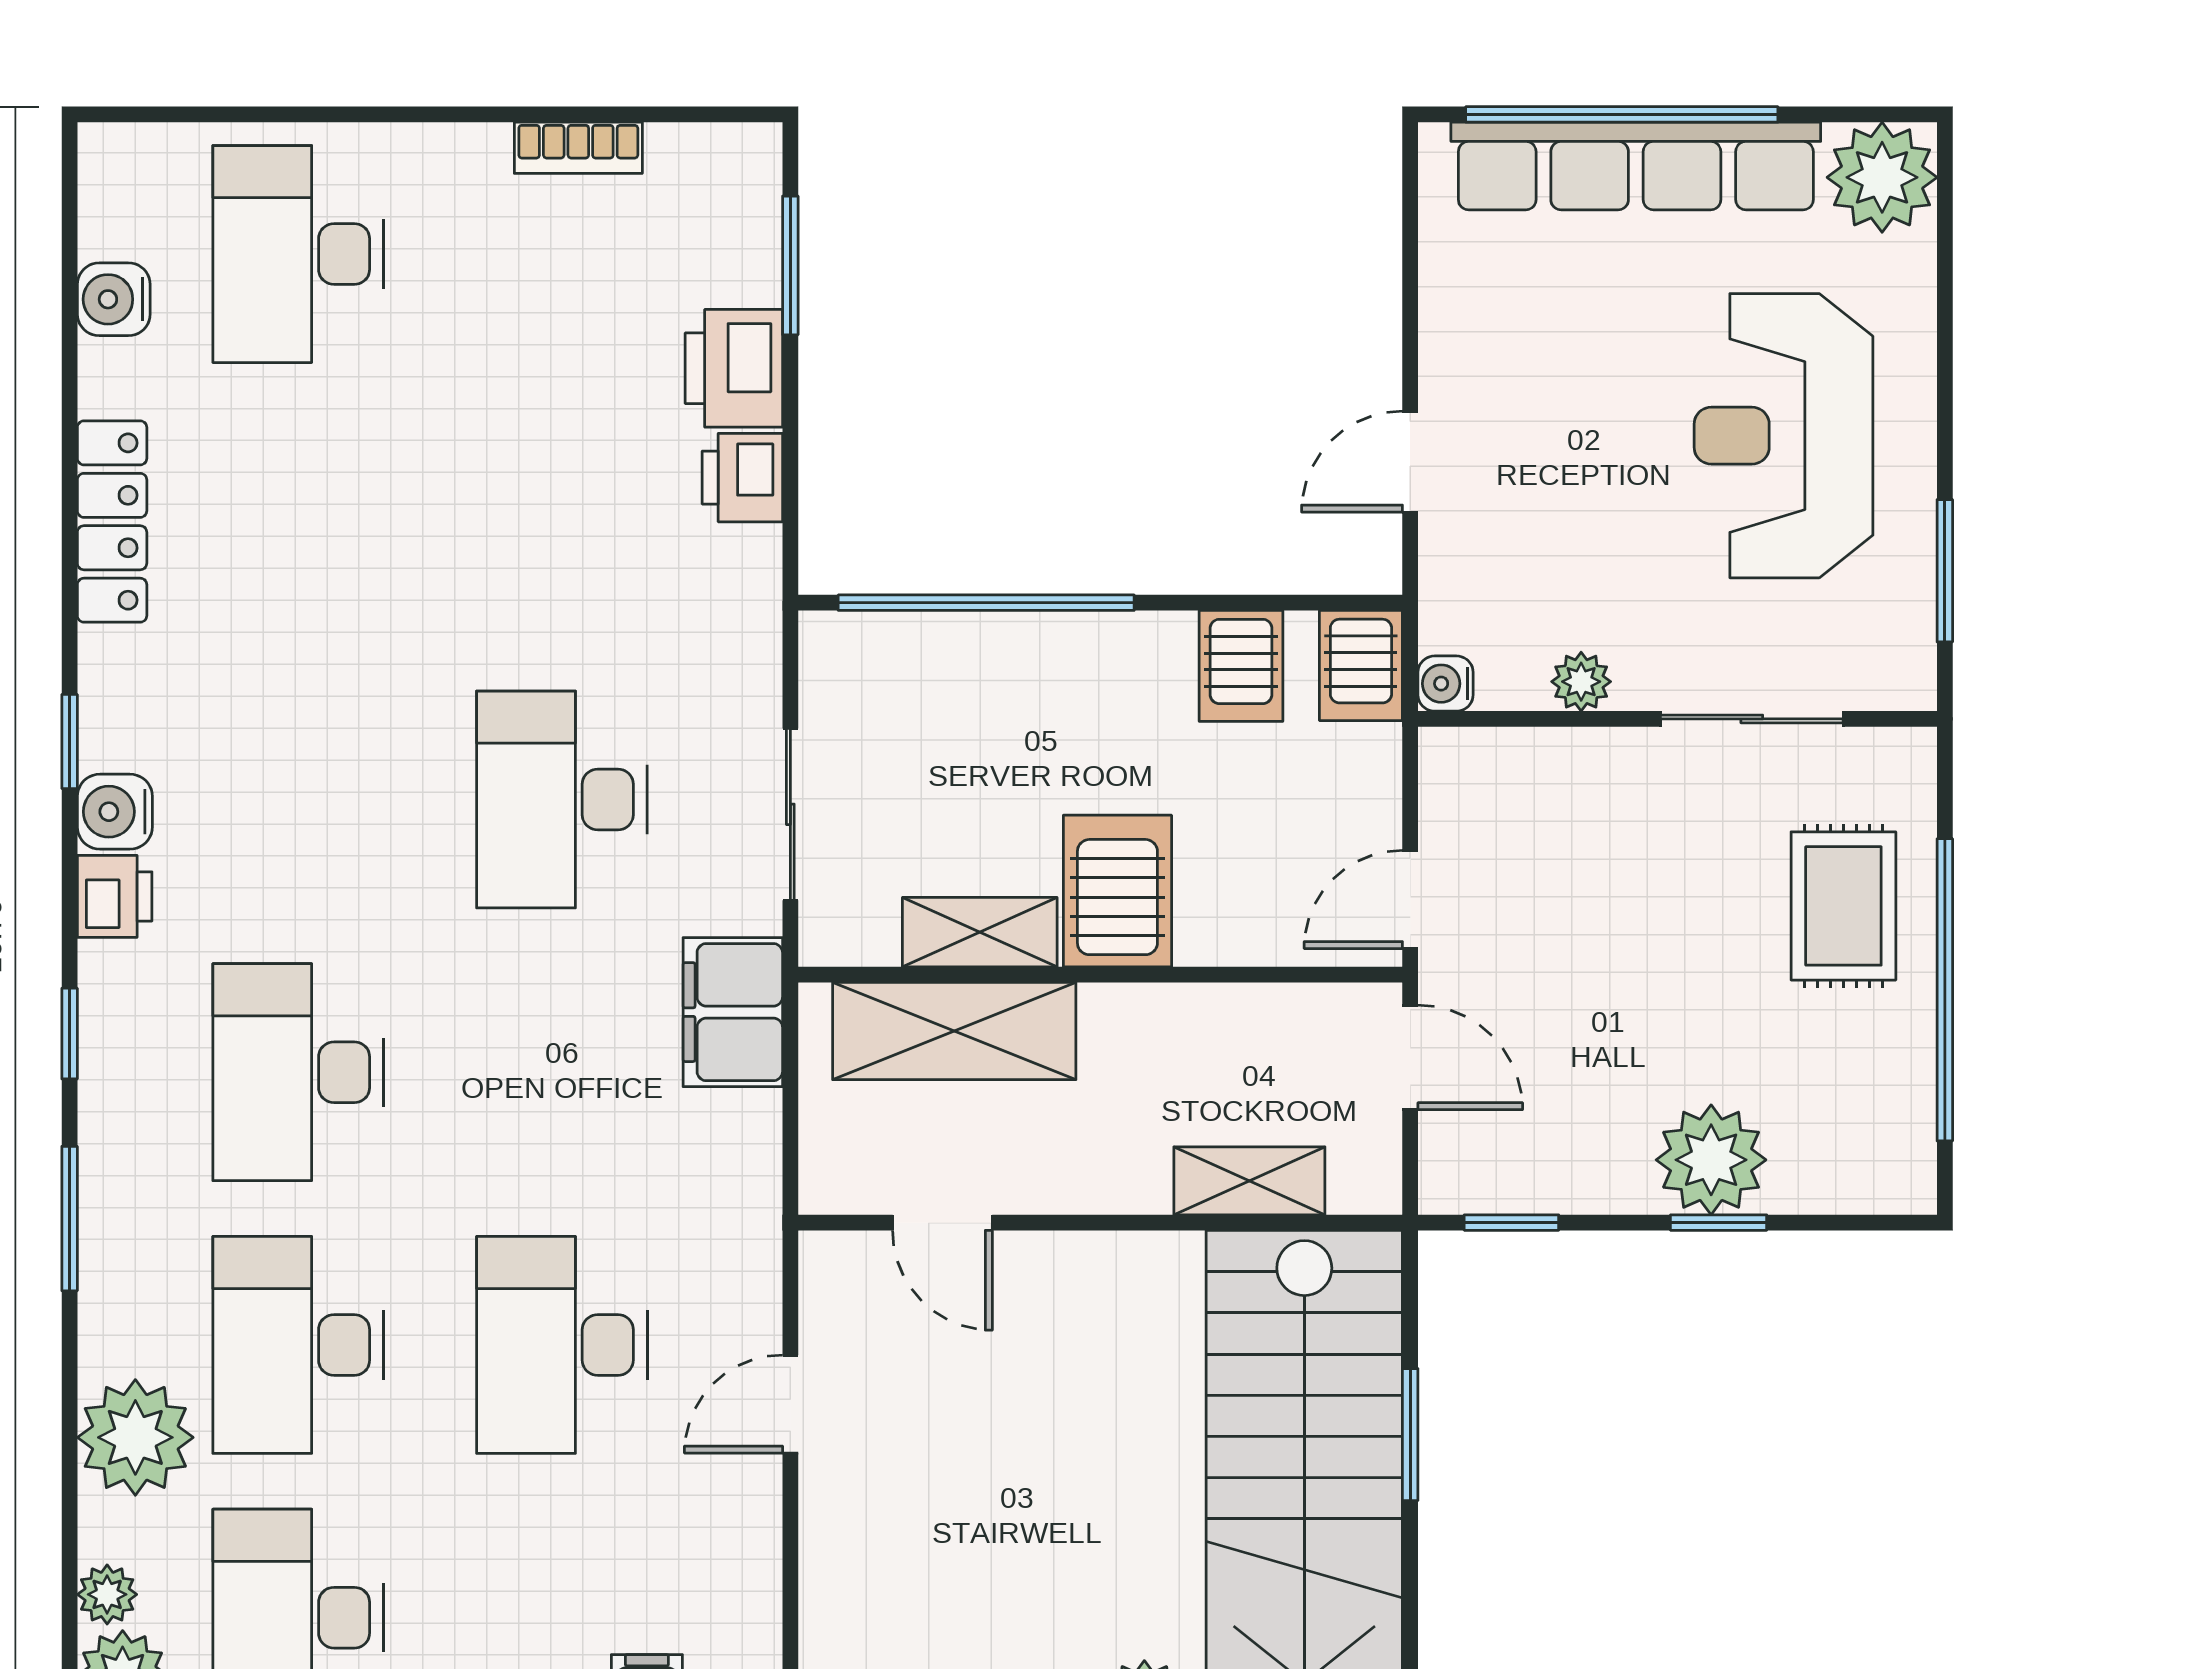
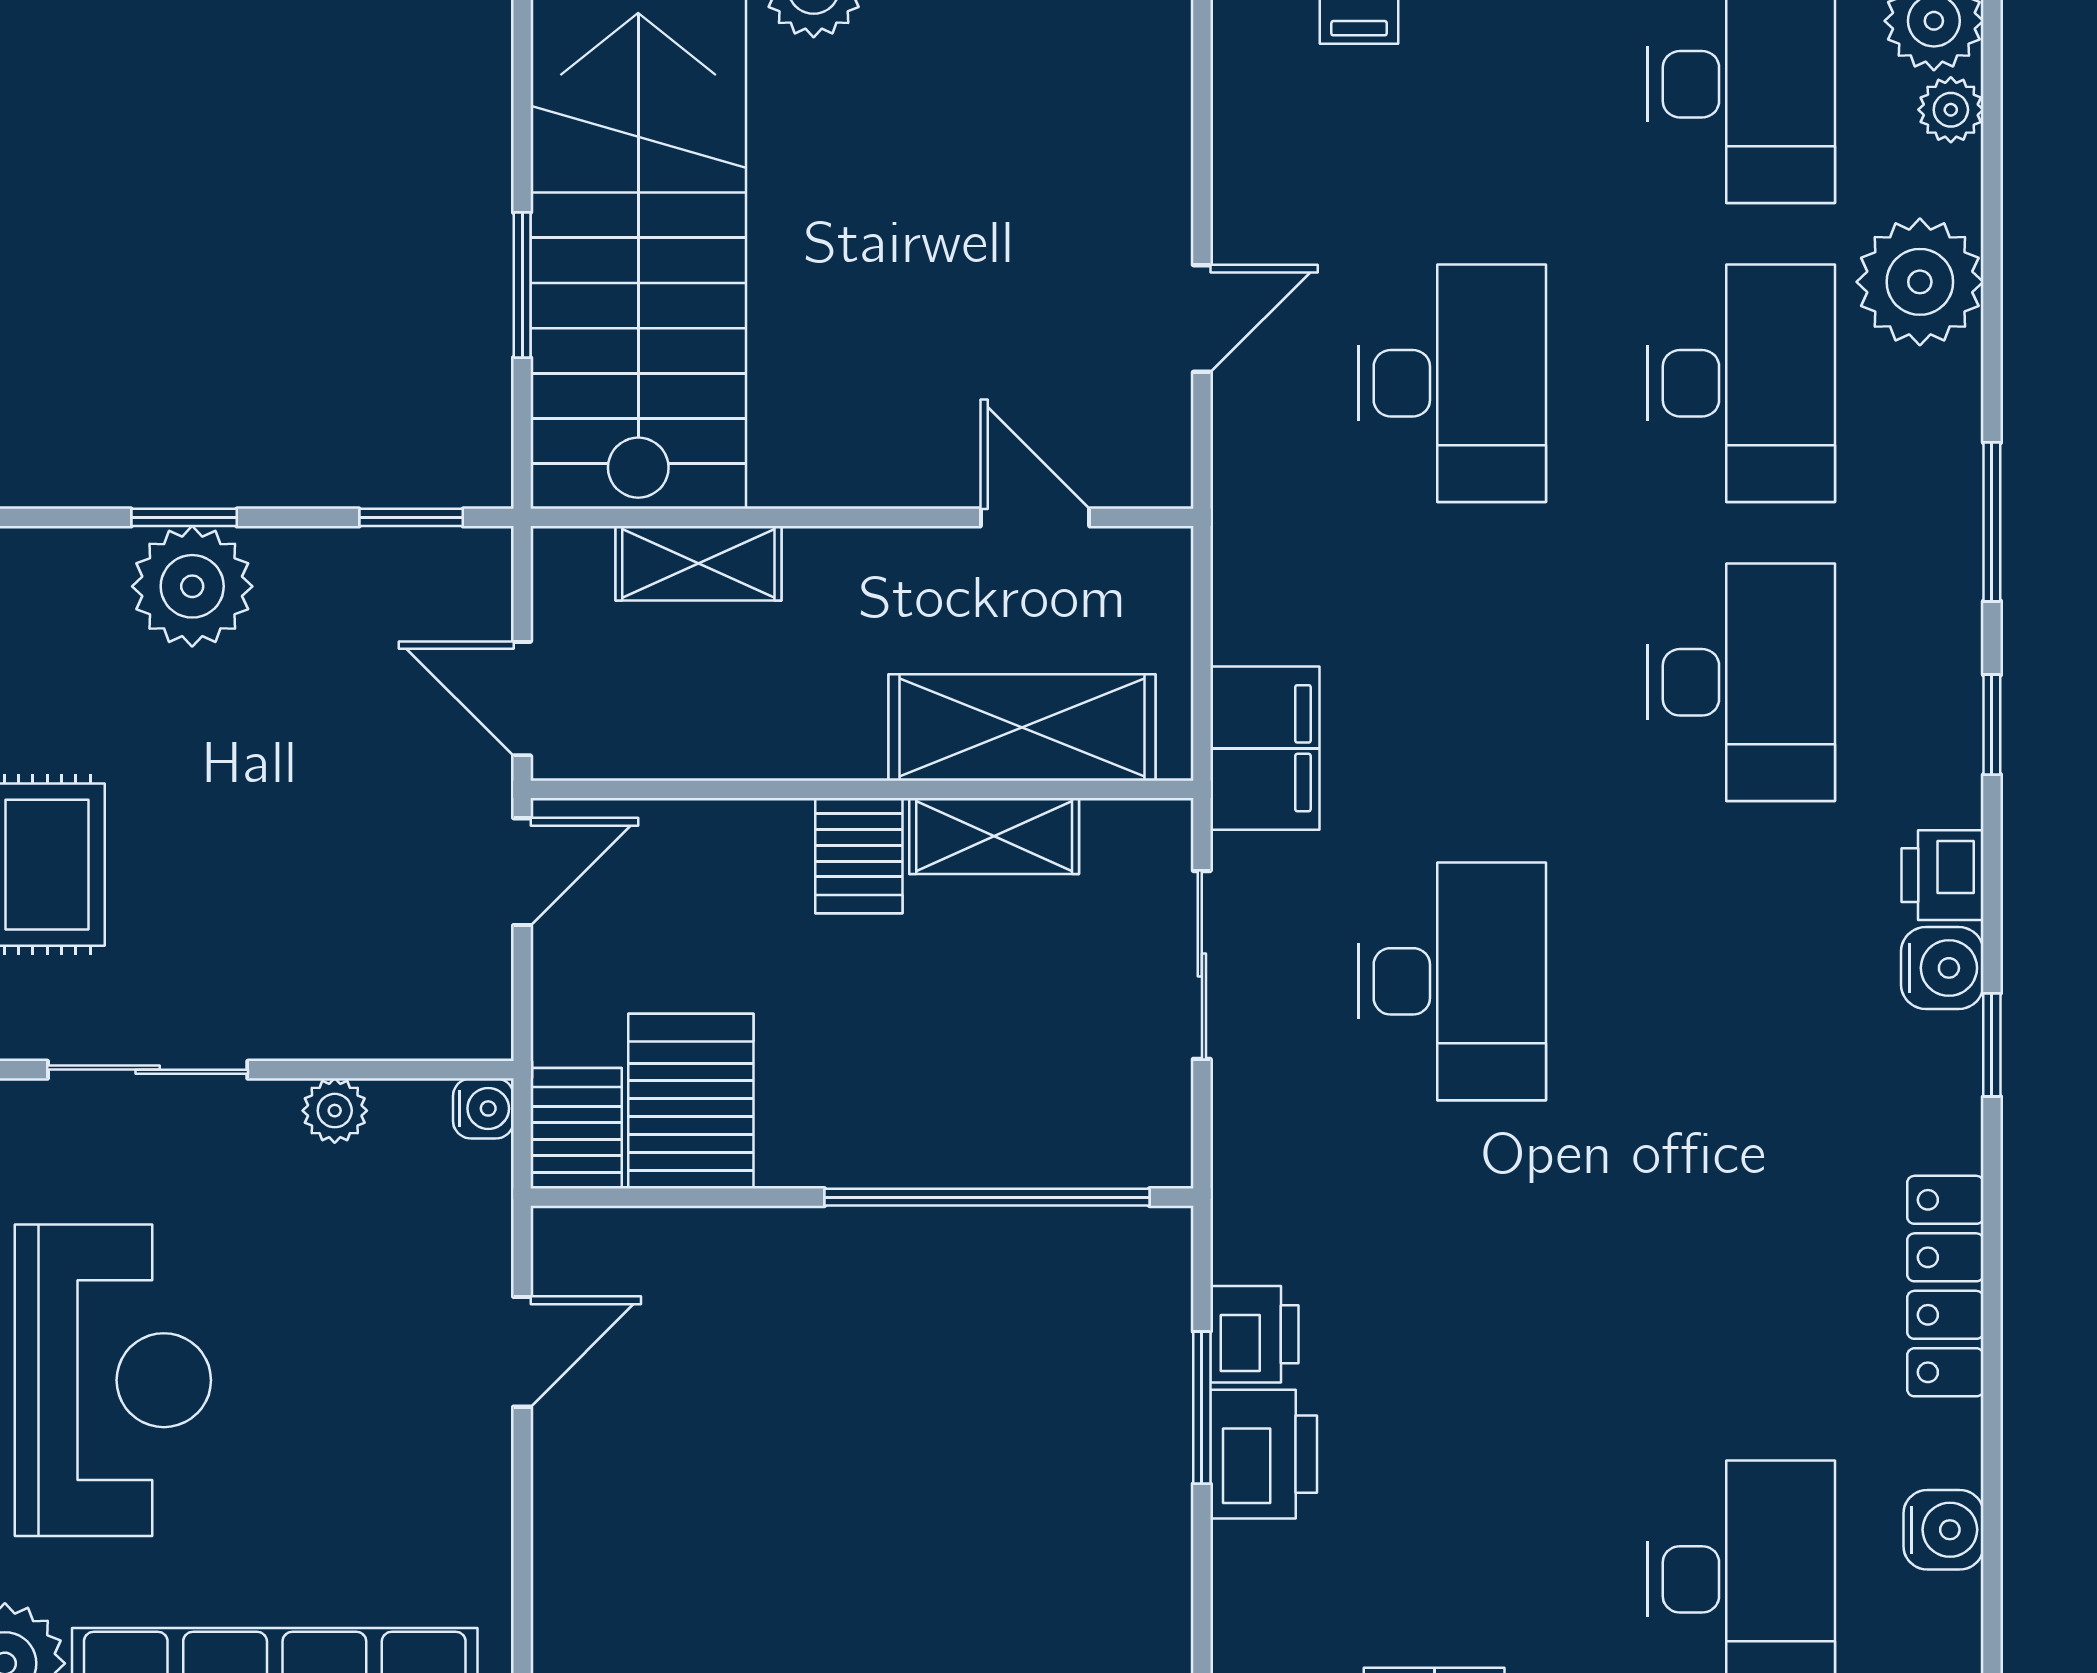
window: (790, 265) -> (1202, 1408), moved
server rack: (1241, 666) -> (691, 1101), width x1.36, depth x1.44
server rack: (1117, 891) -> (859, 856), width x0.73, depth x0.70

